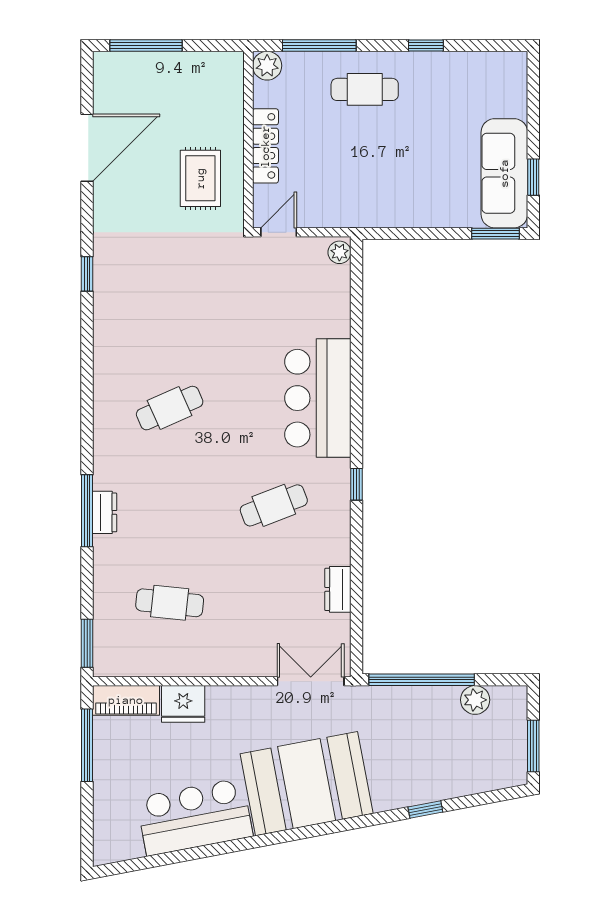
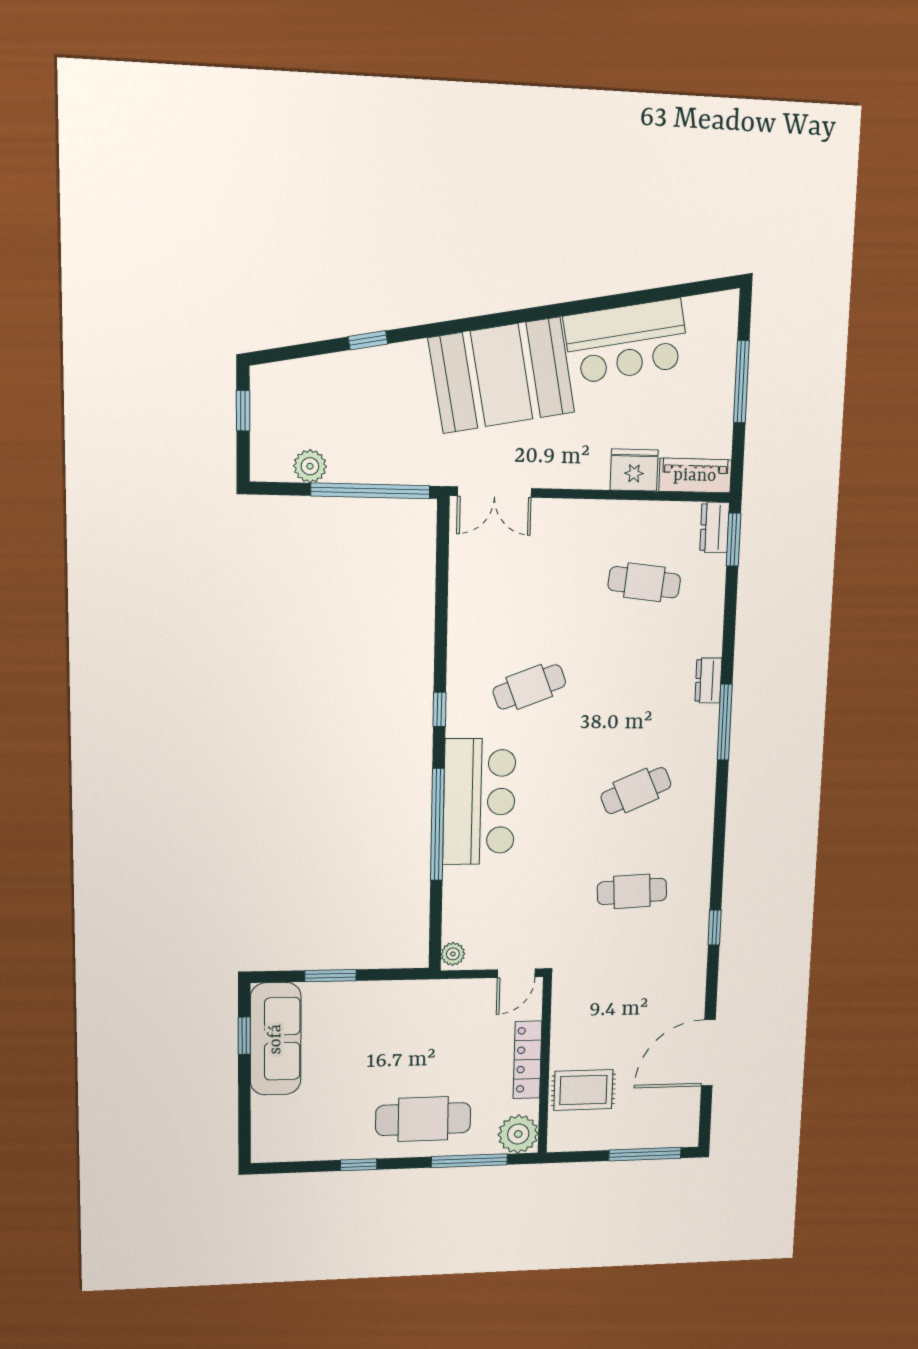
plant: (267, 66) -> (518, 1134), width x1.36, depth x1.36
cafe table: (365, 89) -> (423, 1119), width x1.37, depth x1.35
rug: (200, 178) -> (583, 1090), moved, turned 90
window: (495, 234) -> (331, 976), moved
cafe table: (170, 311) -> (632, 891), added
window: (356, 377) -> (437, 824), added
window: (87, 511) -> (725, 722), moved
dresser: (338, 589) -> (715, 527), moved, turned 180
window: (87, 745) -> (741, 382), moved
window: (533, 746) -> (243, 411), width x0.67

